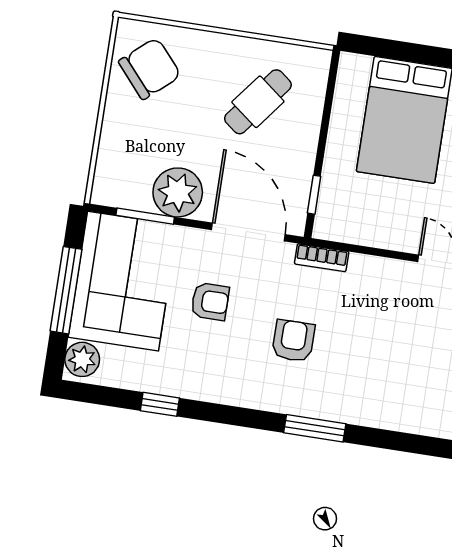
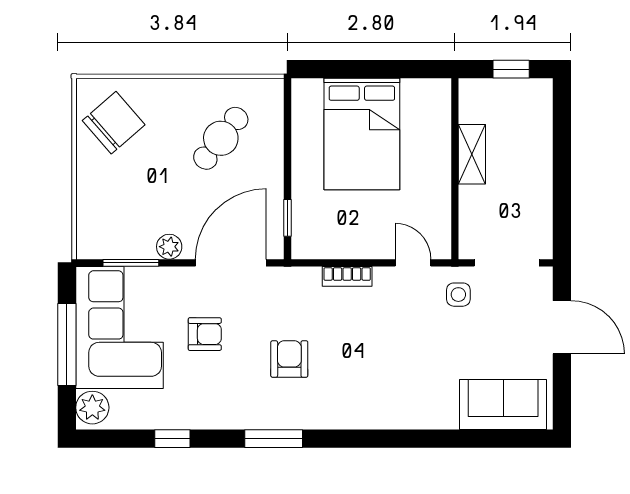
plant: (178, 192) -> (169, 247), width x0.53, depth x0.53
door: (248, 232) -> (231, 263), hinge flipped
bookcase: (322, 258) -> (347, 276), moved
window: (315, 428) -> (274, 439), moved

